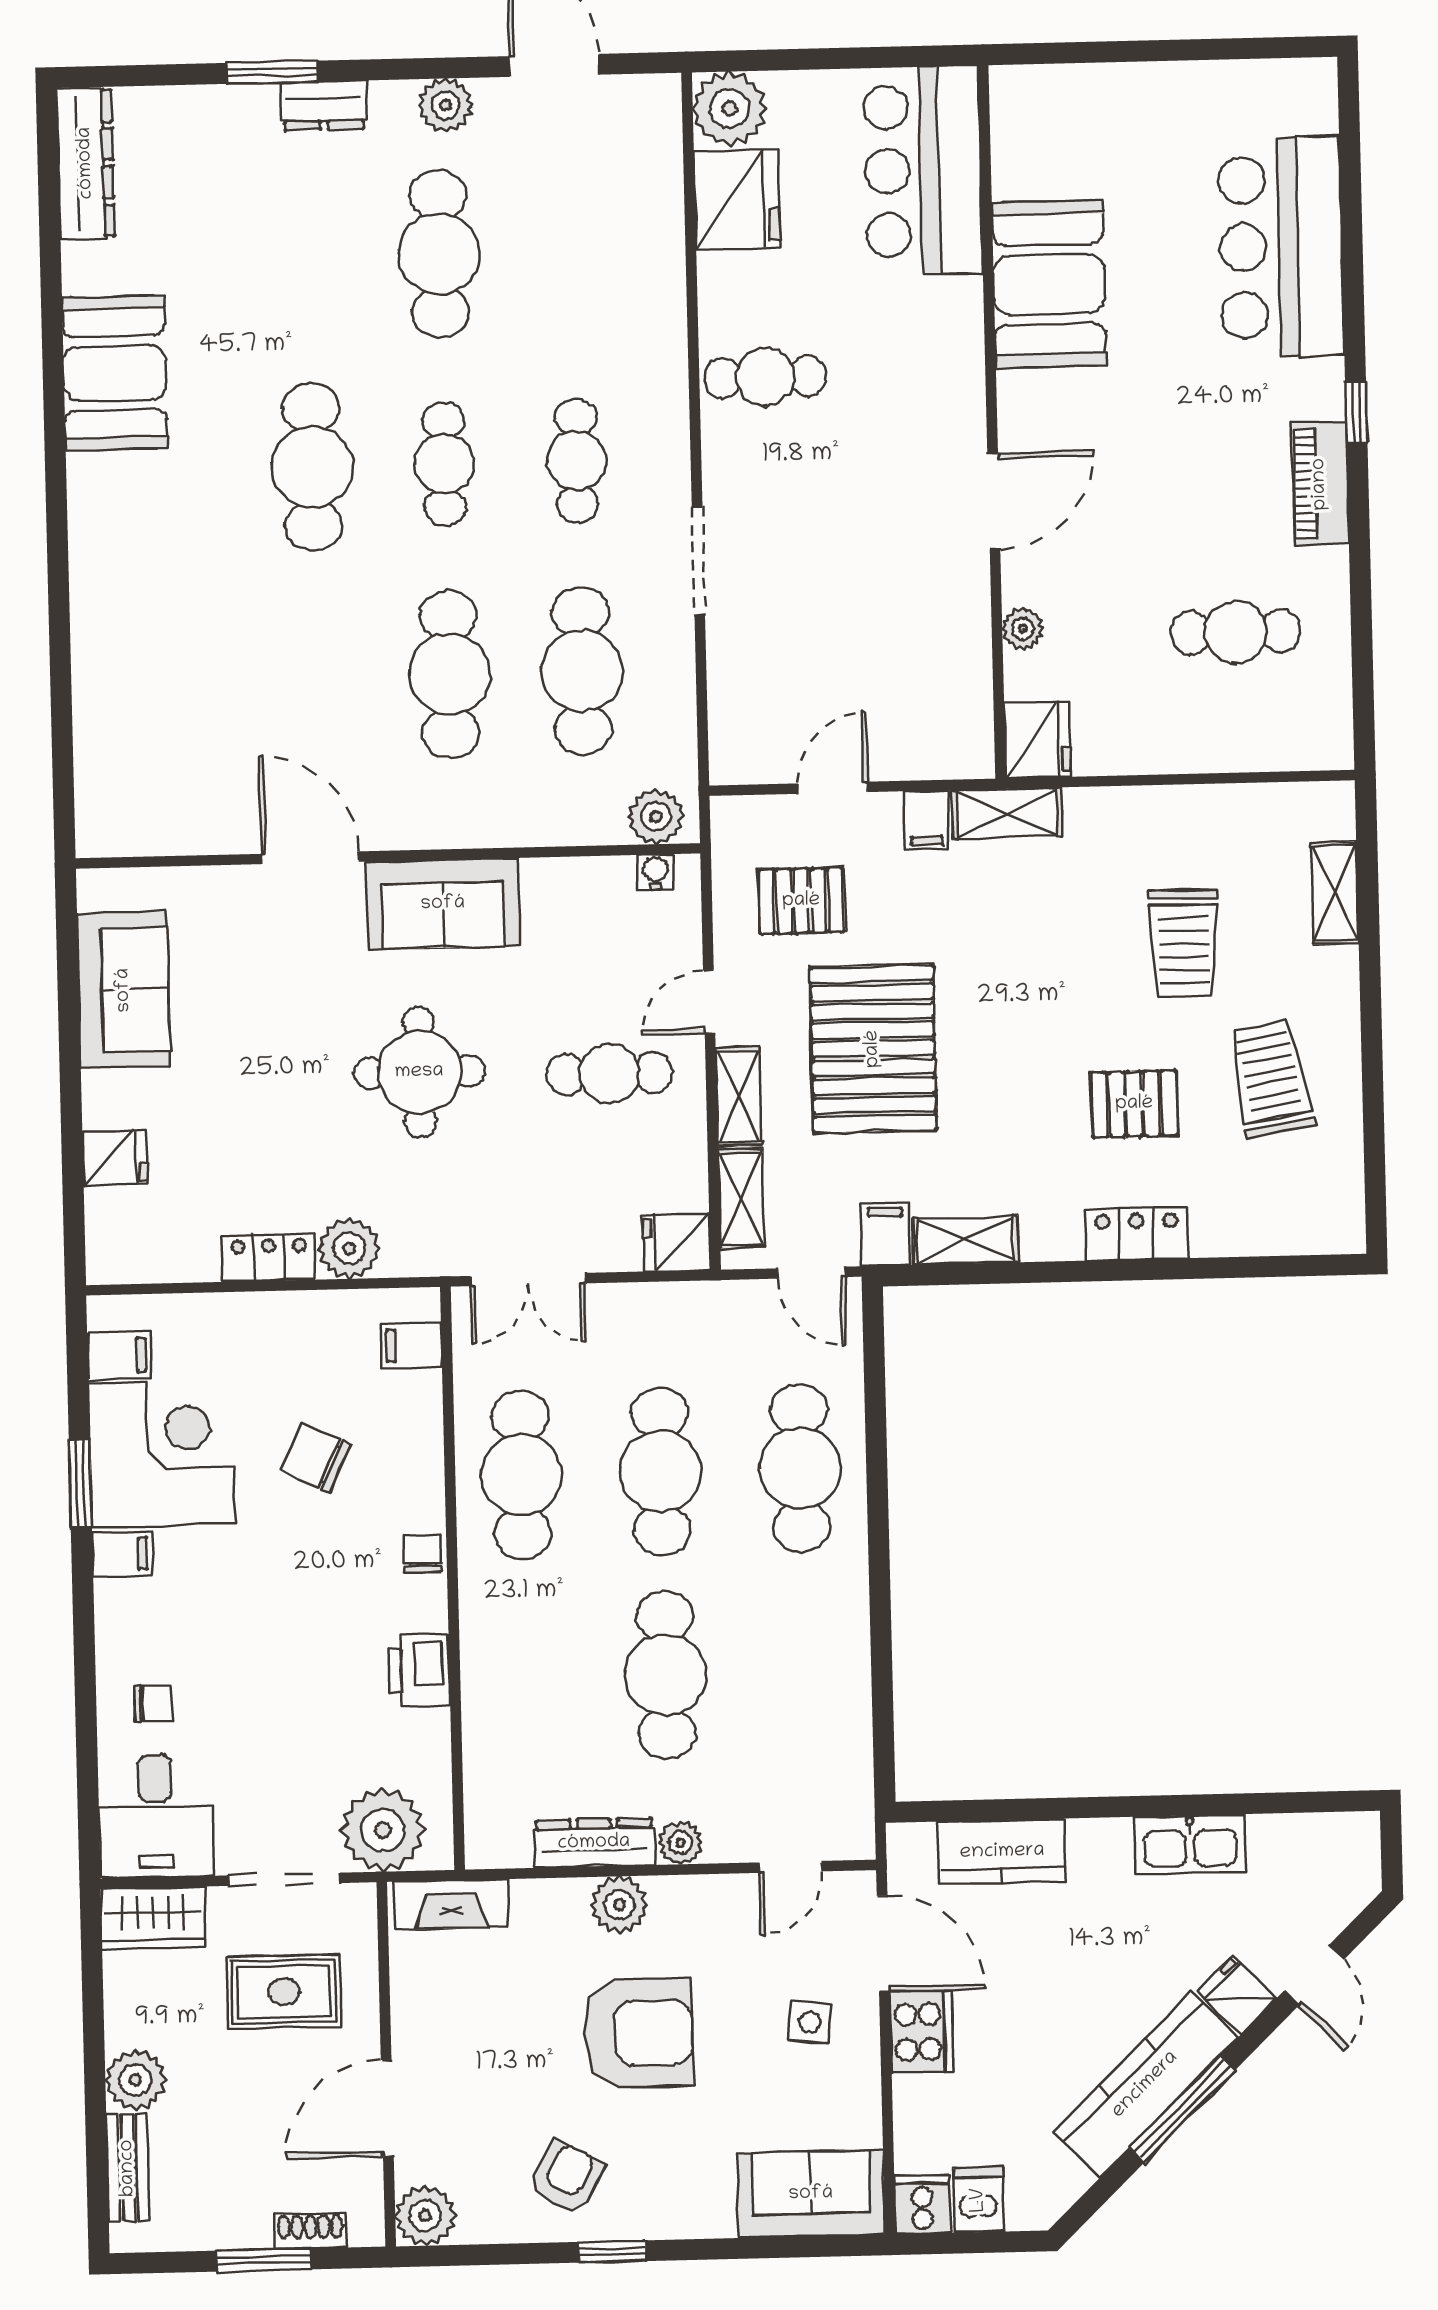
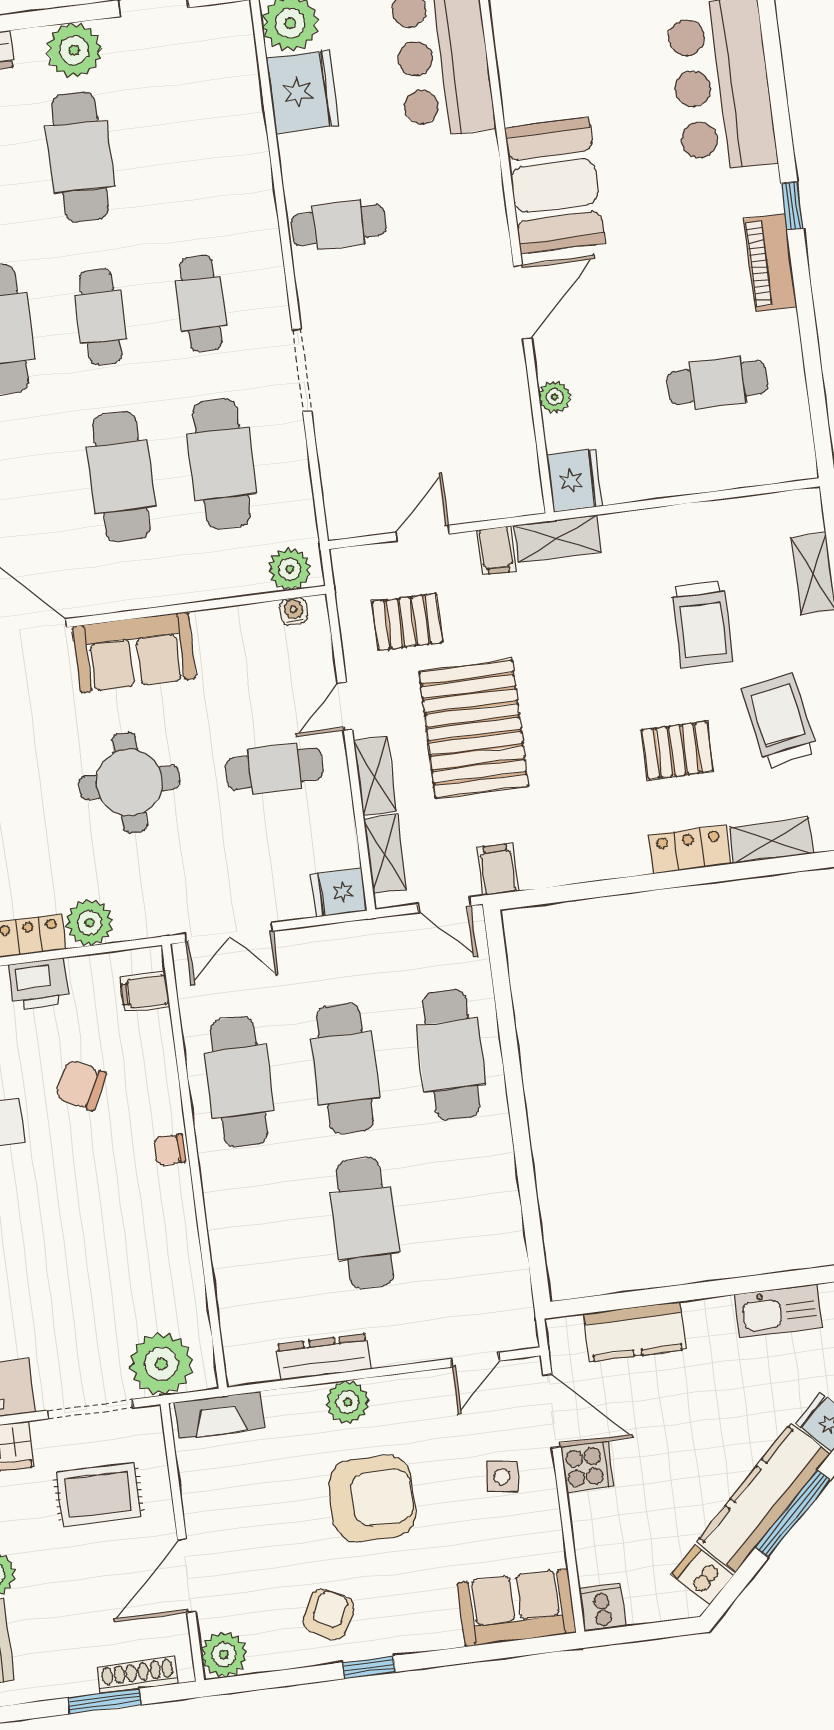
plant: (445, 105) -> (74, 50), width x1.36, depth x1.36
booth: (1049, 284) -> (555, 186), moved
shelving: (966, 1240) -> (771, 841), moved
chair: (423, 1554) -> (170, 1150), turned -90
printer: (419, 1670) -> (39, 984), moved, turned -90
plant: (680, 1843) -> (389, 1350), removed
cooker: (922, 2032) -> (587, 1467), width x0.73
dishwasher: (979, 2200) -> (702, 1575), moved, turned -44
shoe rack: (310, 2231) -> (138, 1675), width x1.43

